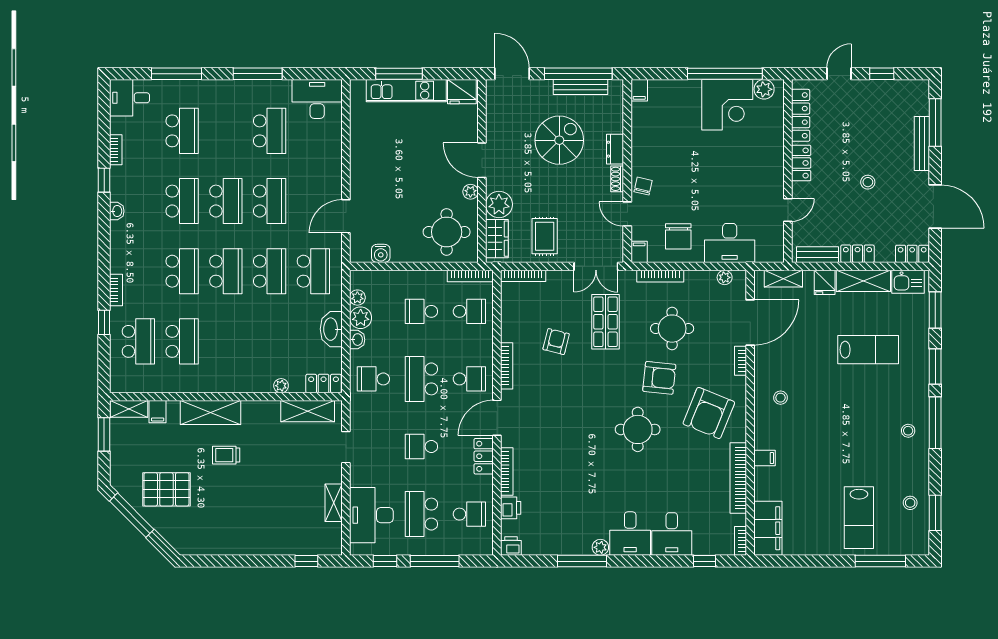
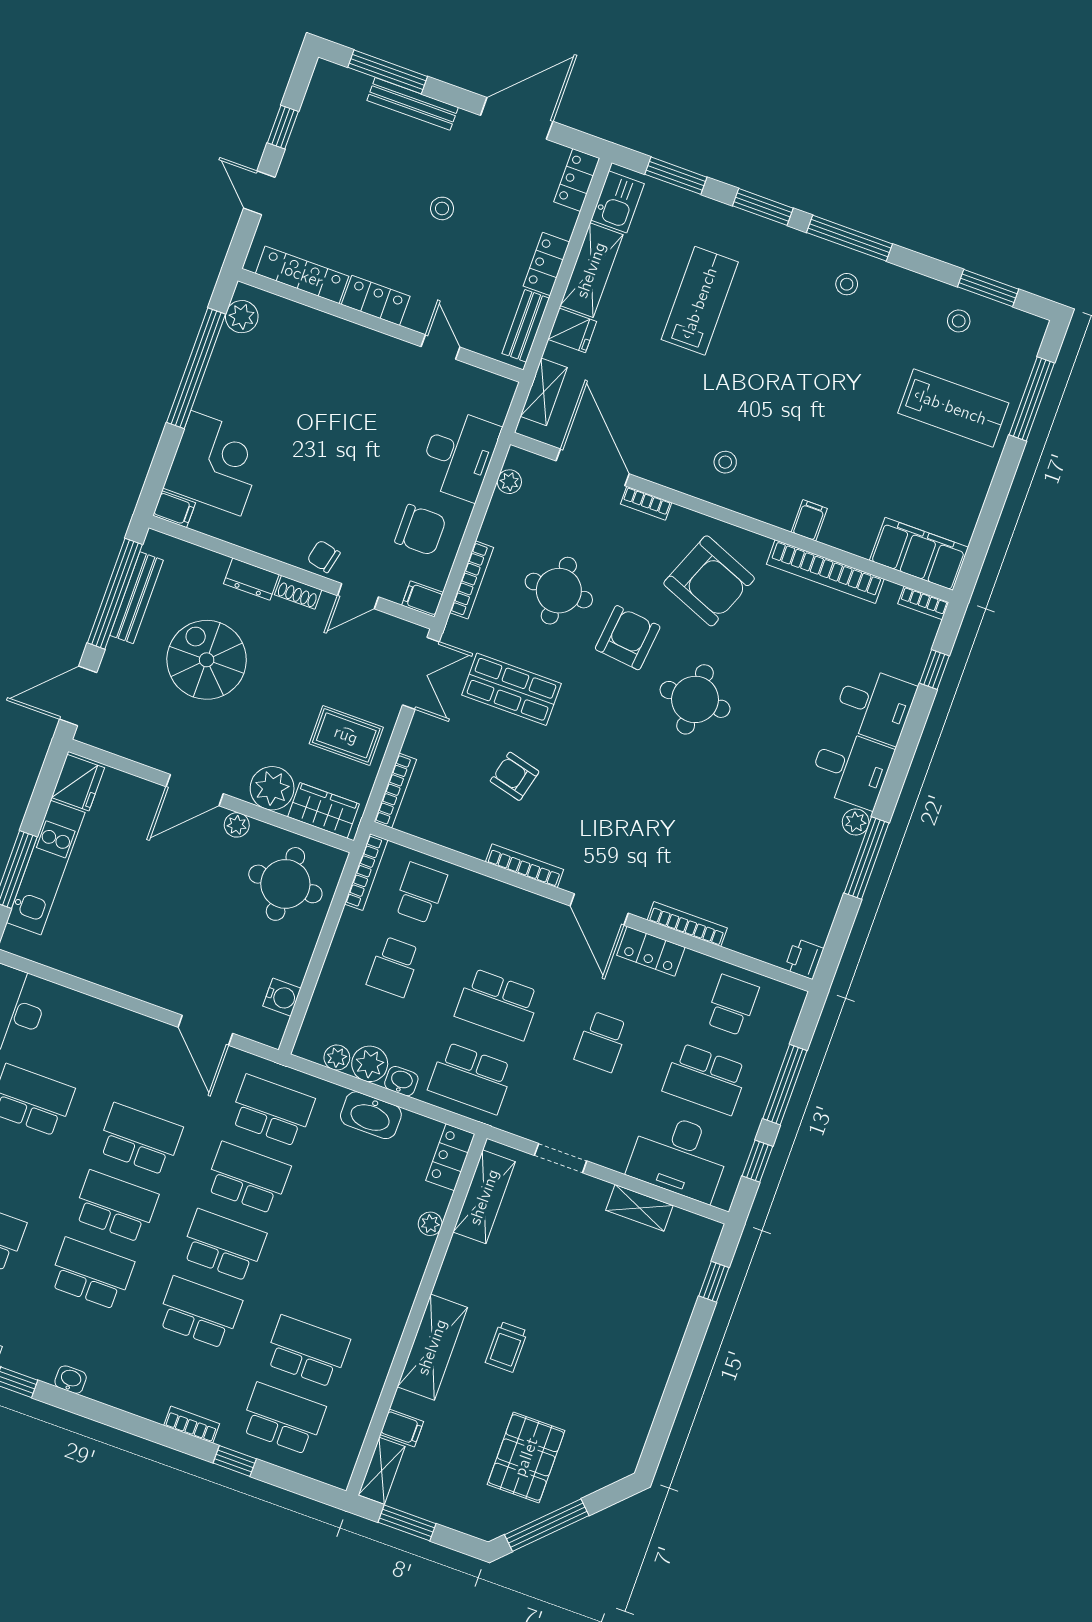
corner desk: (727, 105) -> (216, 463), moved
school desk: (373, 379) -> (471, 1078), width x1.85
school desk: (469, 379) -> (524, 930), removed
printer: (511, 508) -> (745, 938), removed

